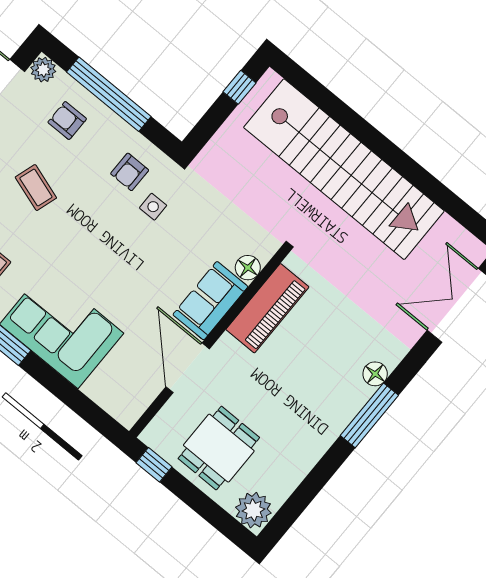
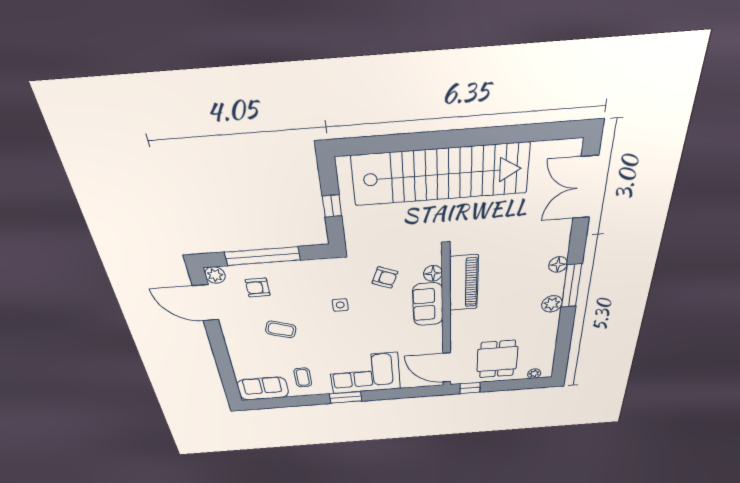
window: (239, 87) -> (332, 206), moved
armchair: (130, 172) -> (385, 277), moved, turned -68
side table: (153, 207) -> (340, 305), moved
door: (188, 368) -> (447, 368), moved
plant: (333, 422) -> (552, 304), added
plant: (253, 510) -> (534, 374), width x0.53, depth x0.53

